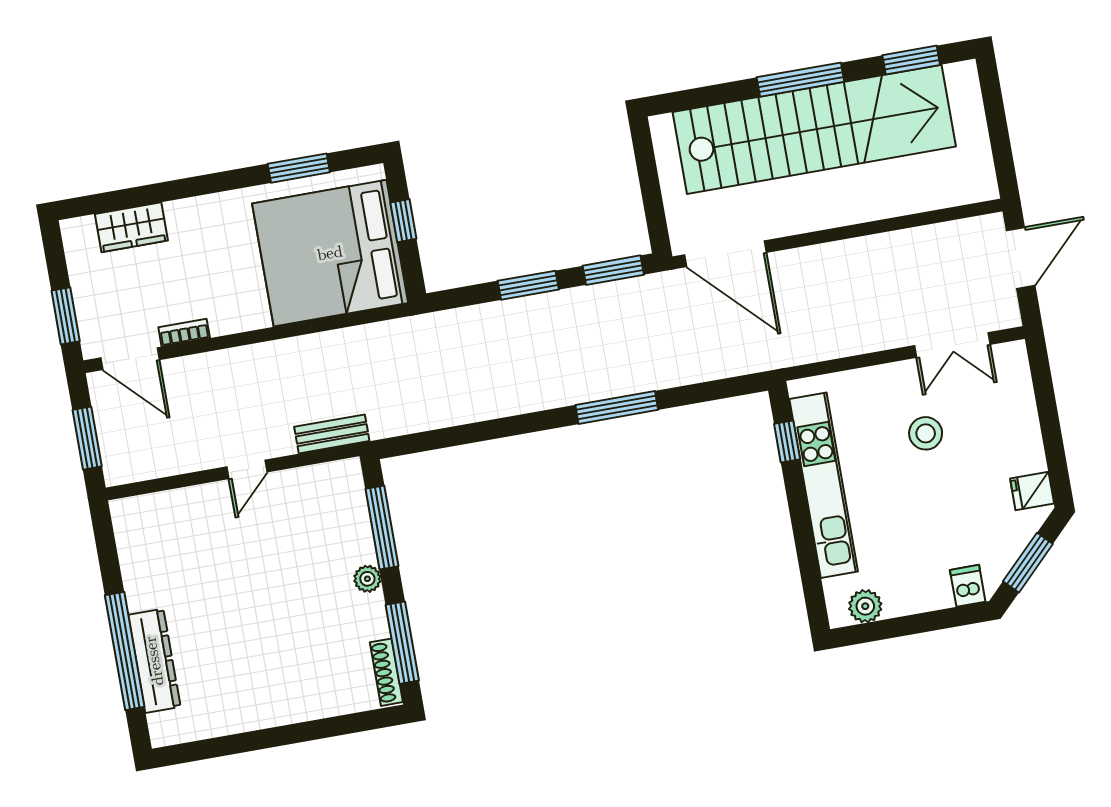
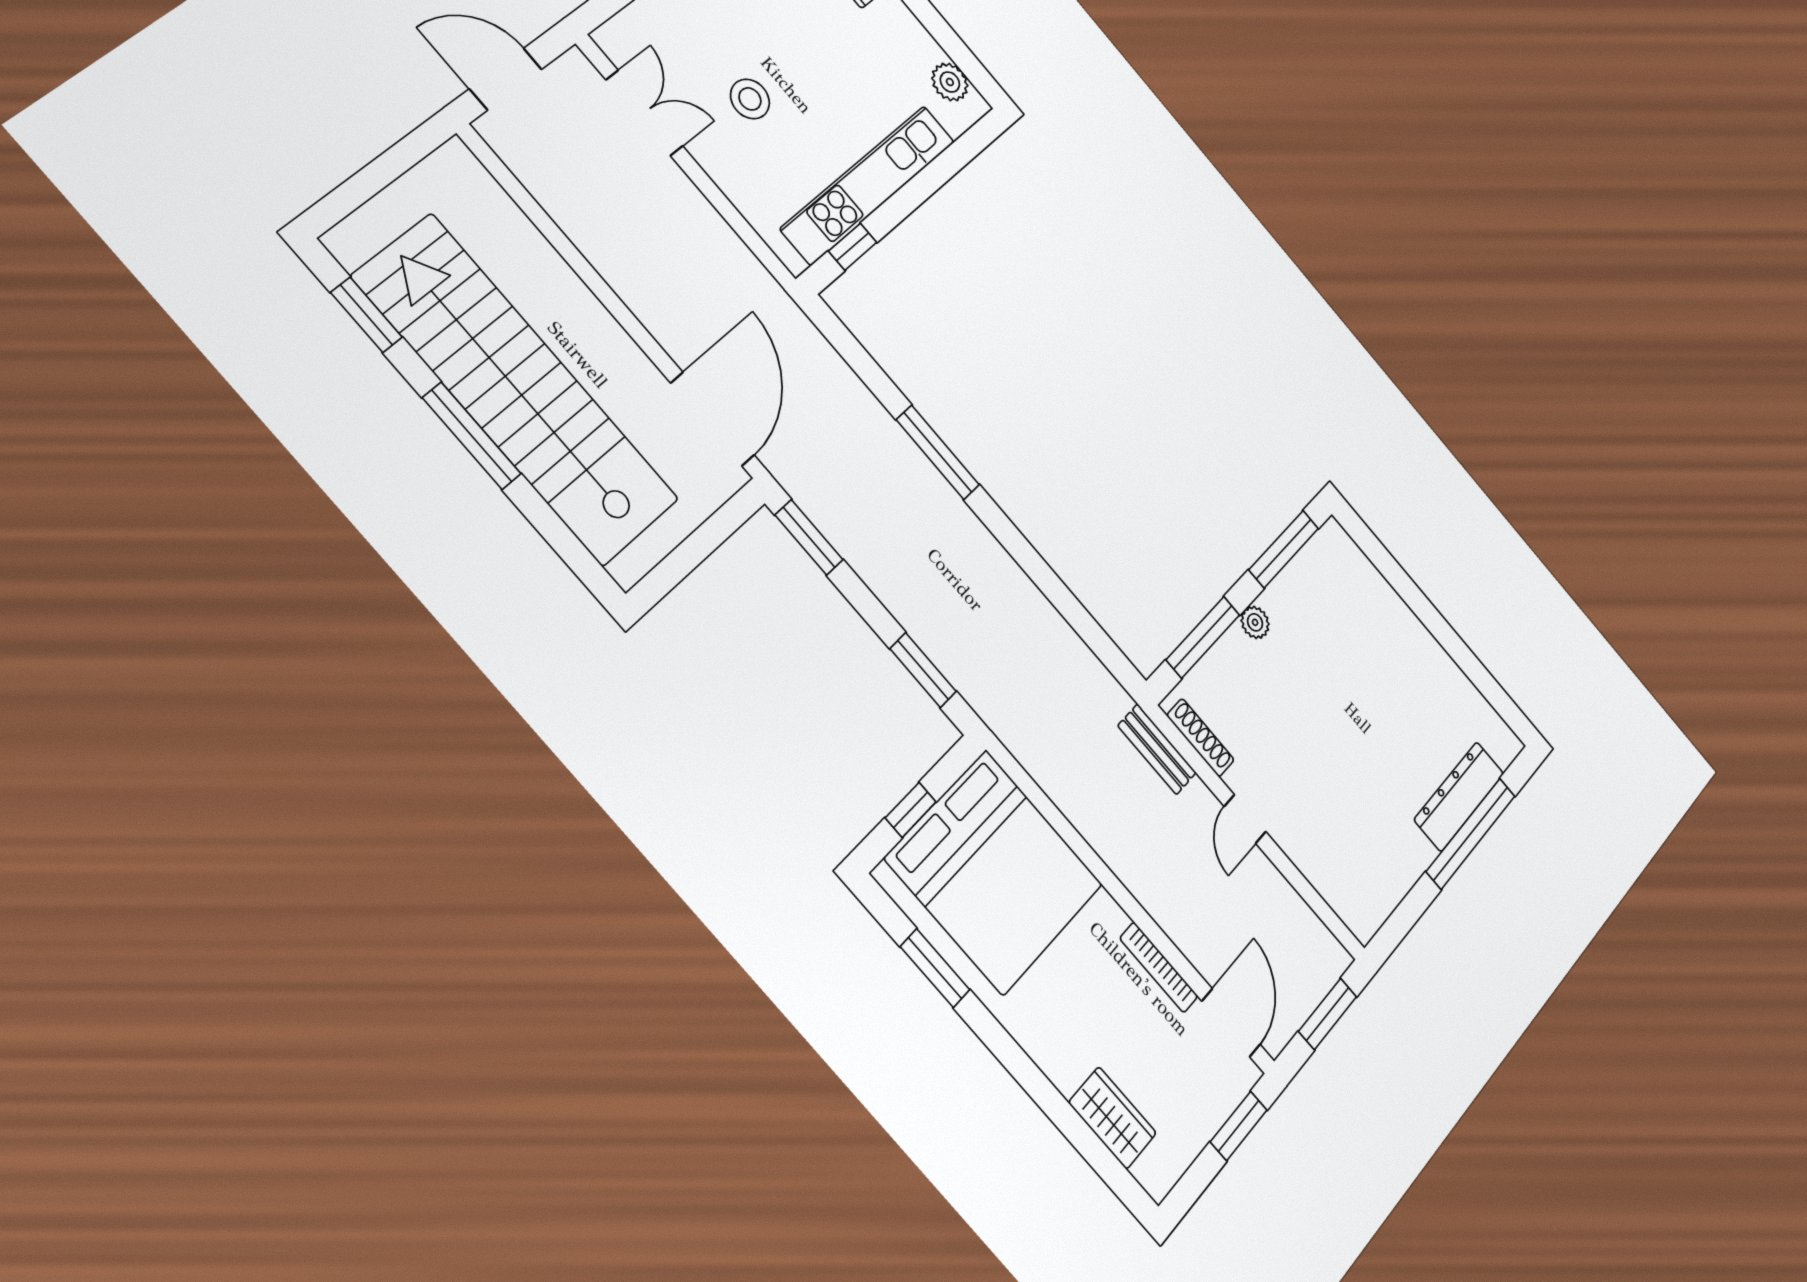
window: (528, 285) -> (923, 670), moved
bookcase: (184, 333) -> (1159, 967), width x1.56
door: (247, 469) -> (1245, 819), swing flipped
shoe rack: (386, 672) -> (1201, 738), moved, turned -90

